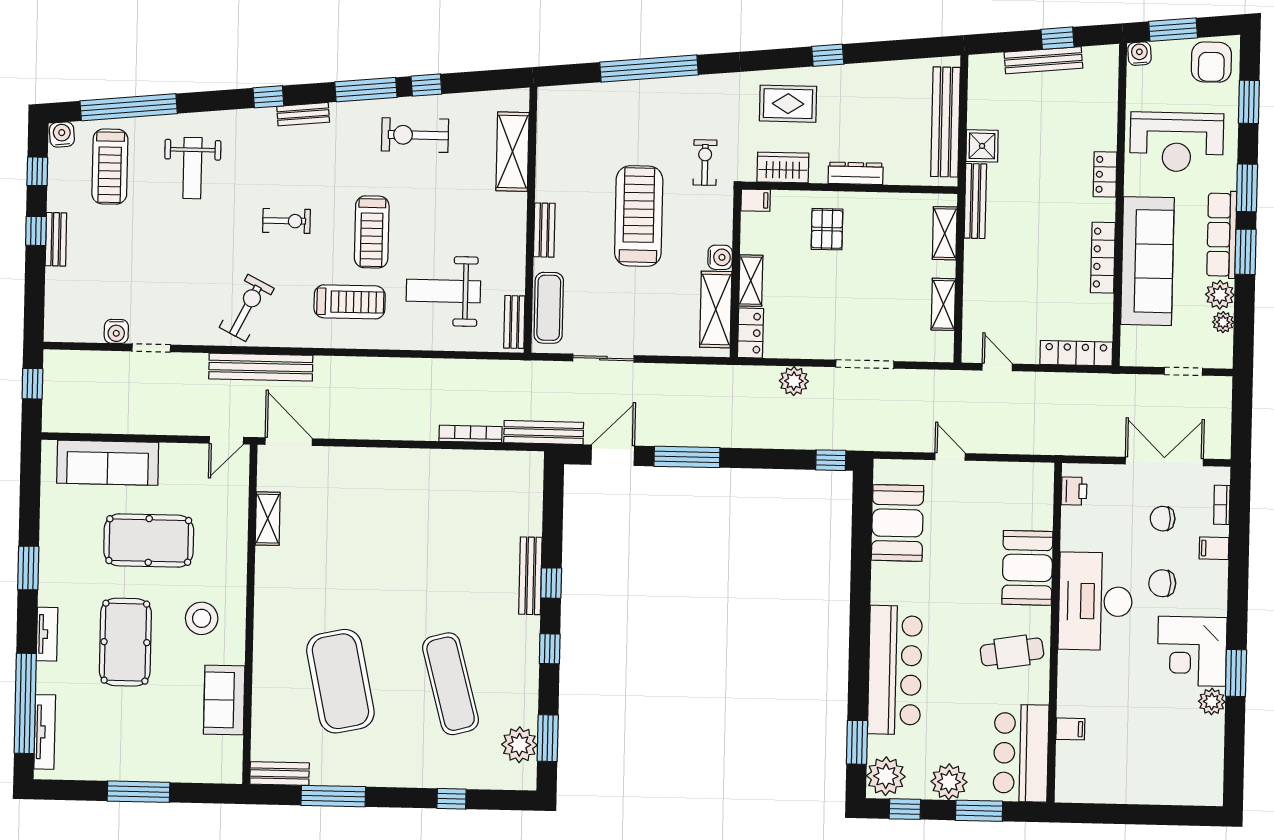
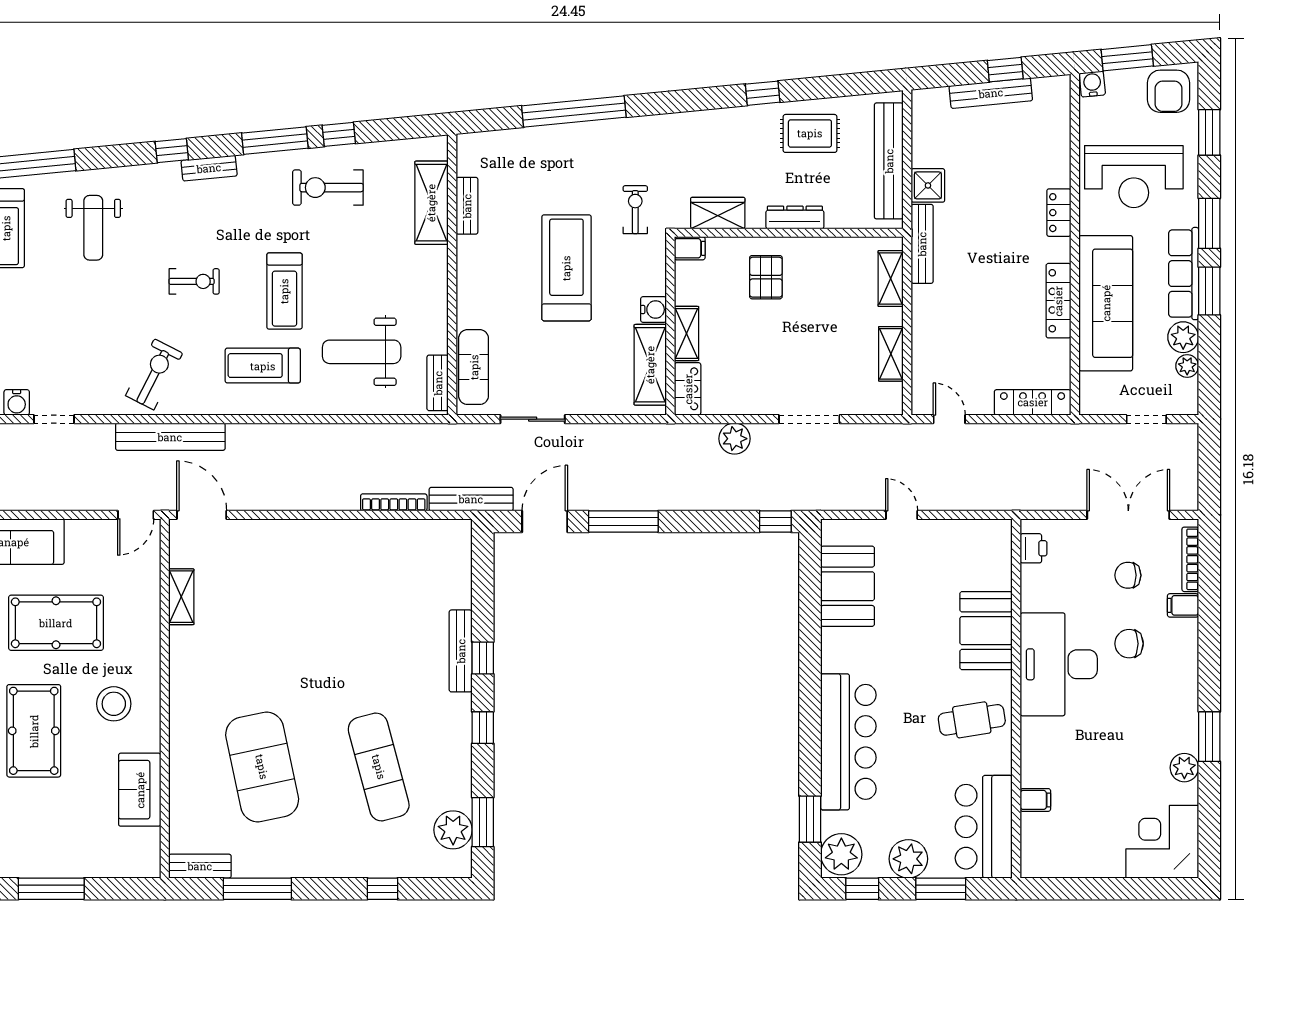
rug: (788, 104) -> (810, 133), moved
bench: (544, 230) -> (467, 206), moved
treadmill: (350, 302) -> (263, 366), turned 180
bookcase: (1222, 505) -> (1190, 559), width x1.56
corner desk: (1192, 651) -> (1162, 842), moved, turned 90

